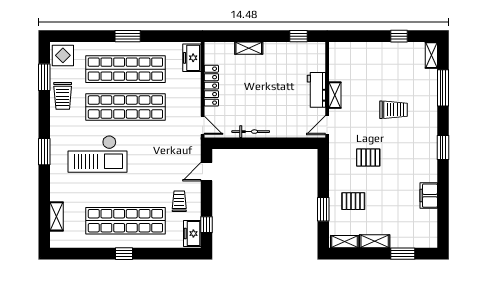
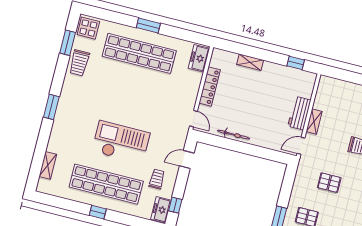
shop shelf: (125, 107) -> (131, 86), removed
checkout: (97, 154) -> (121, 142), moved, turned 180

